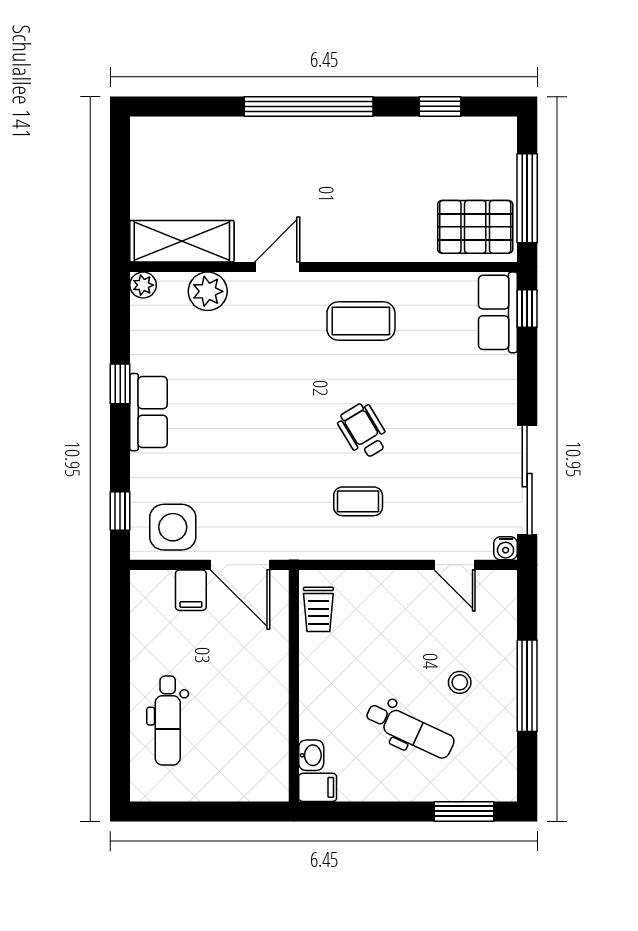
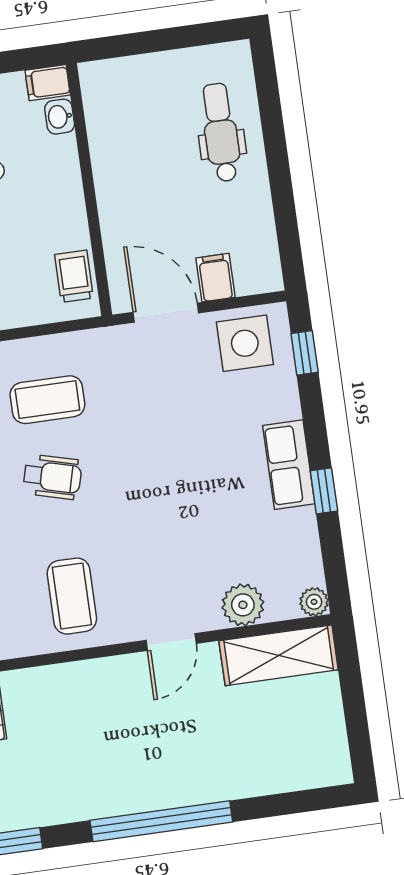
coffee table: (361, 321) -> (72, 596), turned 90
wheelchair: (363, 431) -> (52, 477), turned -44
coffee table: (358, 501) -> (47, 400), width x1.36, depth x1.30

